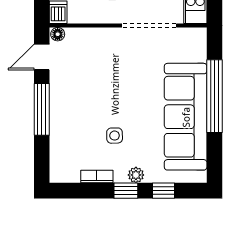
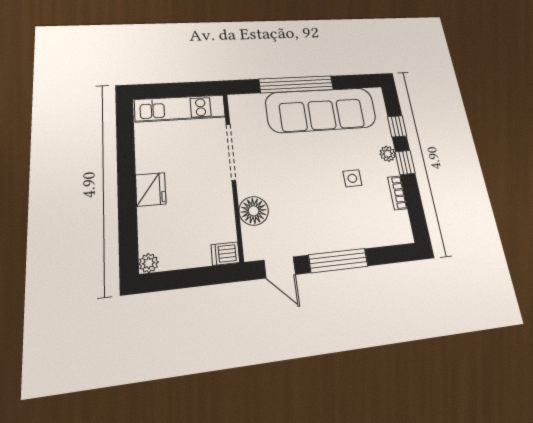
floor lamp: (58, 34) -> (254, 211), moved, width x1.89, depth x1.89

